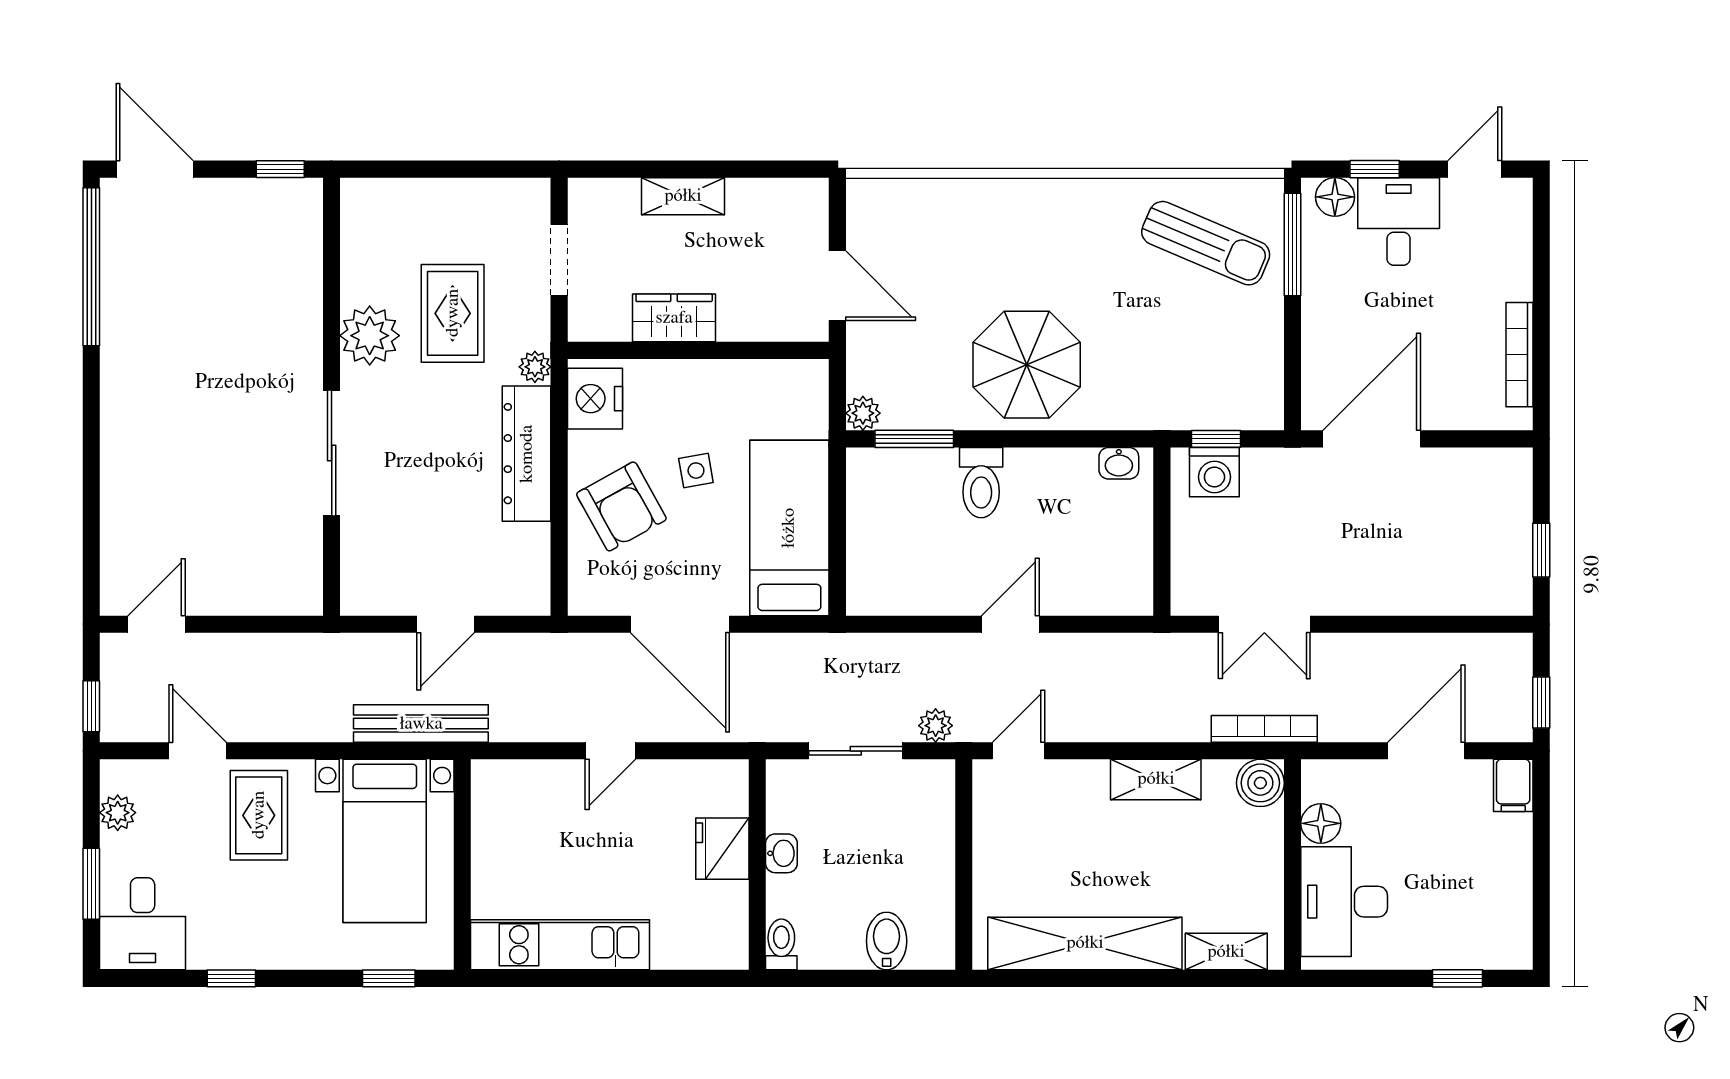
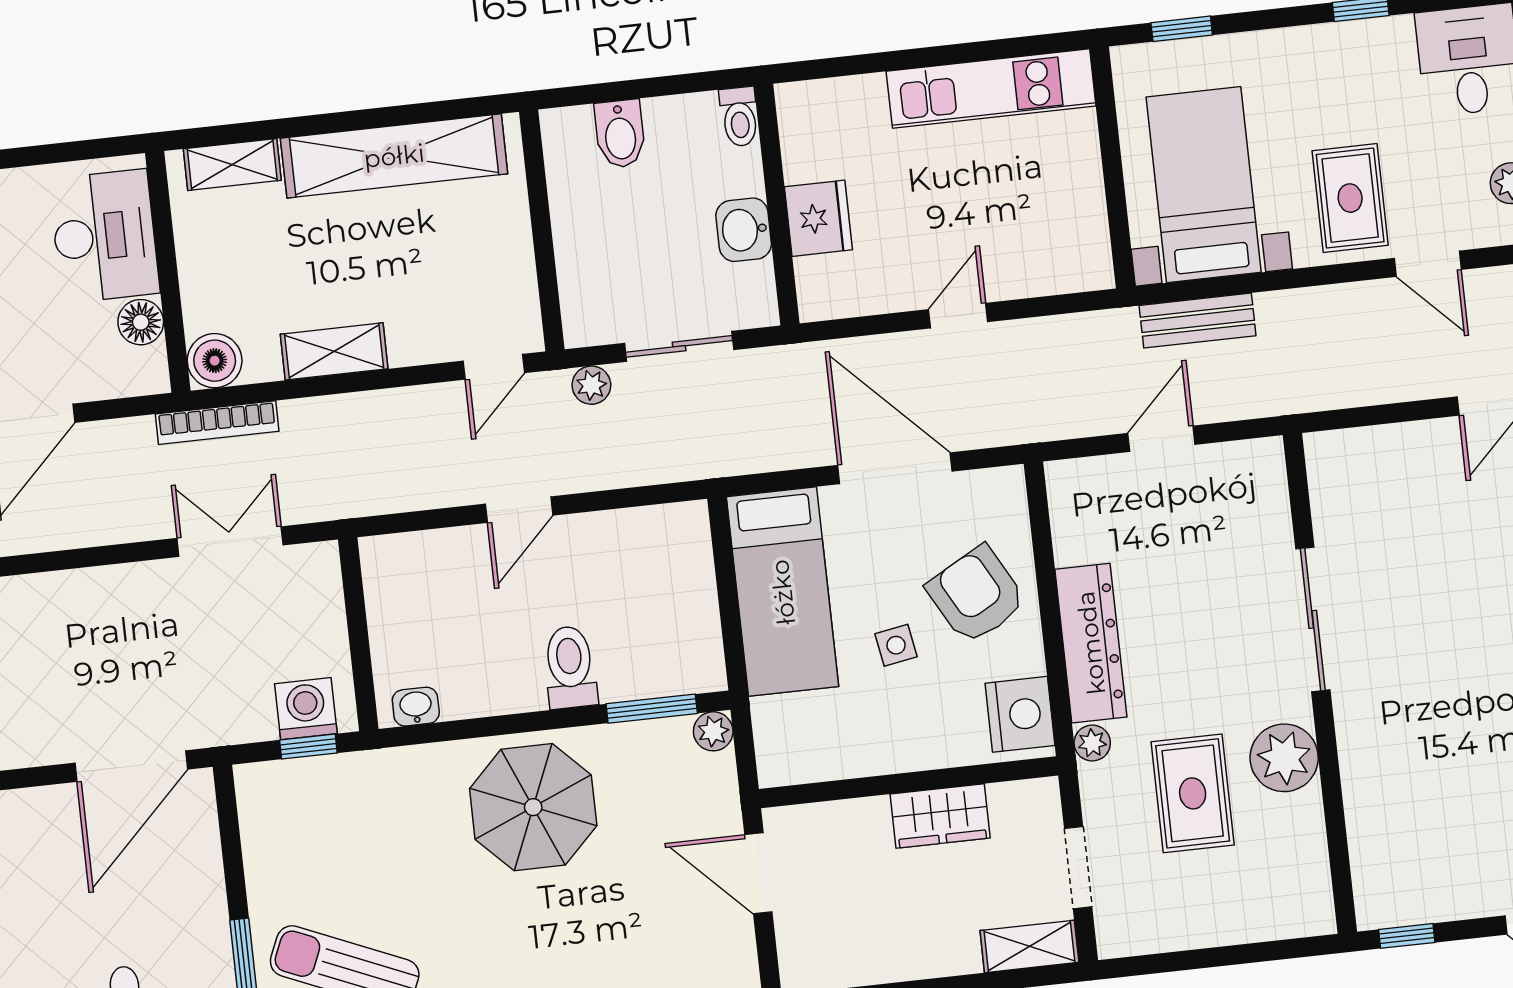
shelving: (683, 196) -> (1029, 946), moved
bench: (421, 724) -> (1198, 321), width x0.73
washbasin: (781, 853) -> (744, 230), width x1.38, depth x1.45

